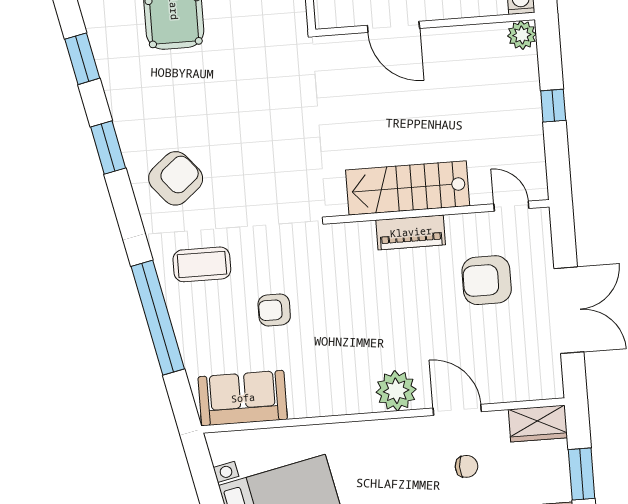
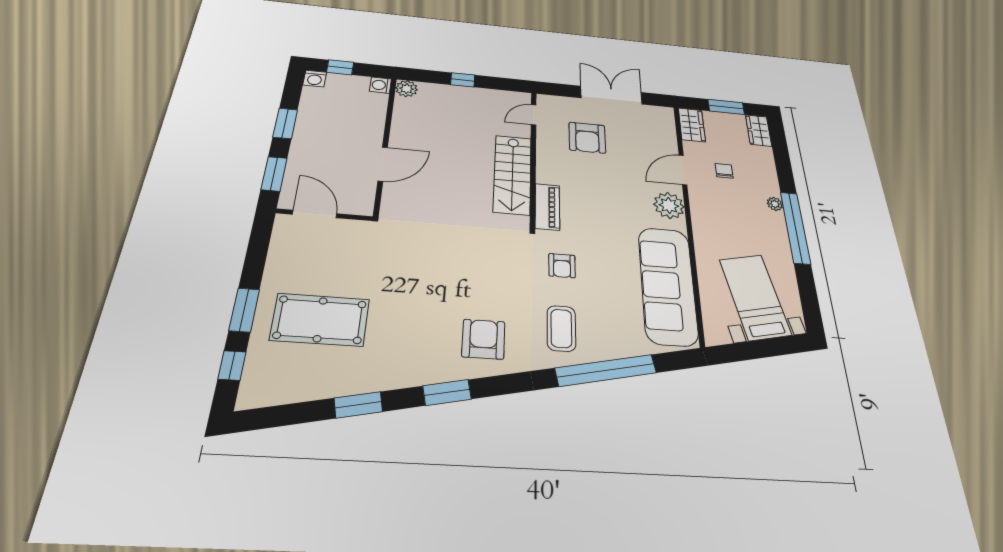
armchair: (176, 178) -> (483, 339), turned 40
piano: (411, 232) -> (547, 207), moved
armchair: (274, 310) -> (562, 266), moved
sofa: (243, 398) -> (668, 285), width x1.85, depth x1.27

